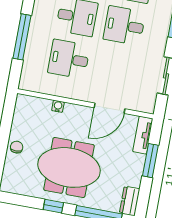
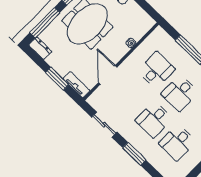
desk: (124, 26) -> (154, 119), turned 180

